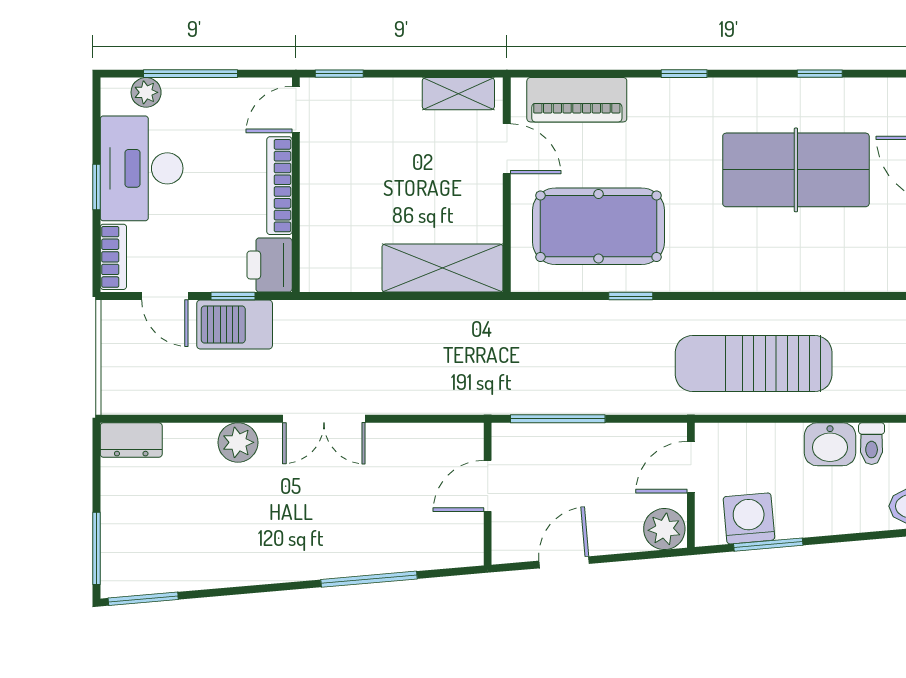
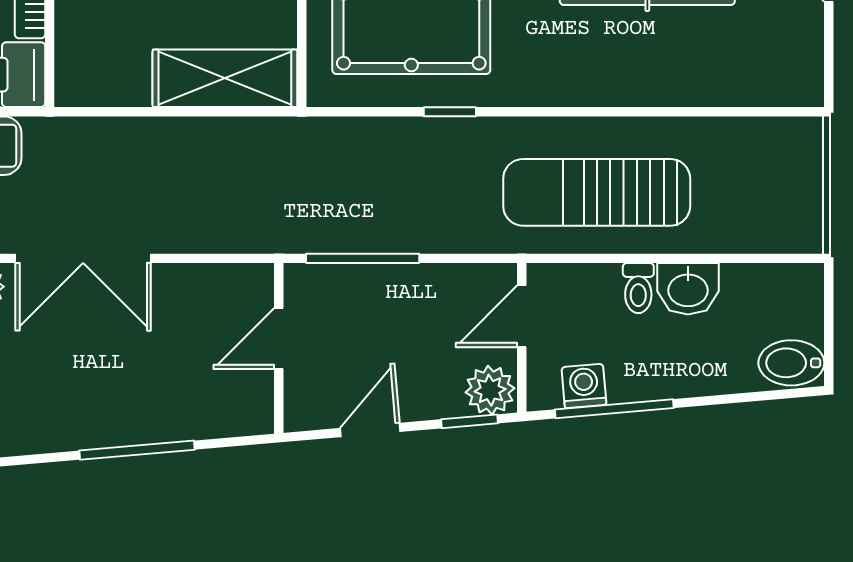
double door: (324, 419) -> (83, 258), width x1.37
toilet: (872, 444) -> (638, 288), moved
washing machine: (749, 518) -> (584, 386), width x0.73, depth x0.73
window: (768, 545) -> (614, 409), width x1.44
window: (647, 555) -> (470, 421), added

